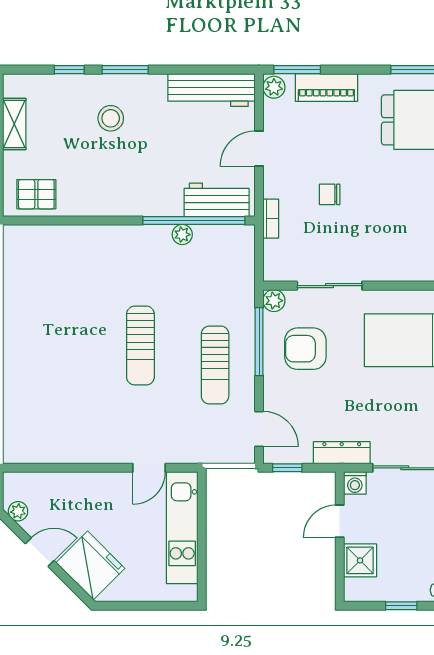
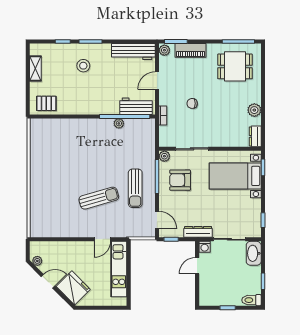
sun lounger: (140, 346) -> (99, 198), moved, turned -106
shower: (360, 560) -> (207, 285), removed

